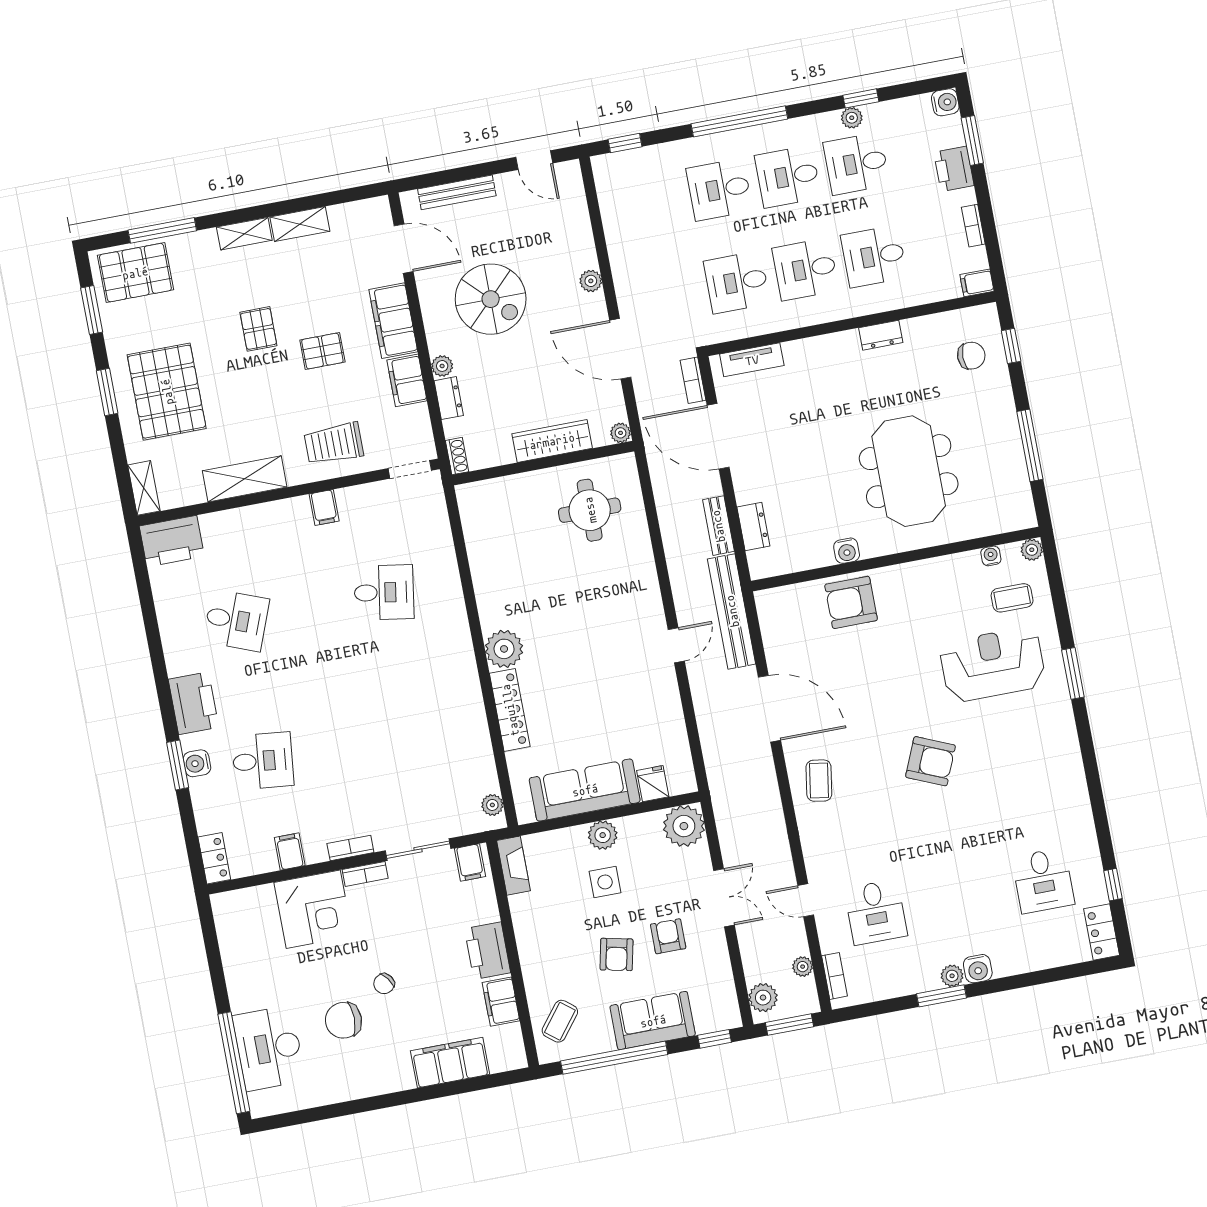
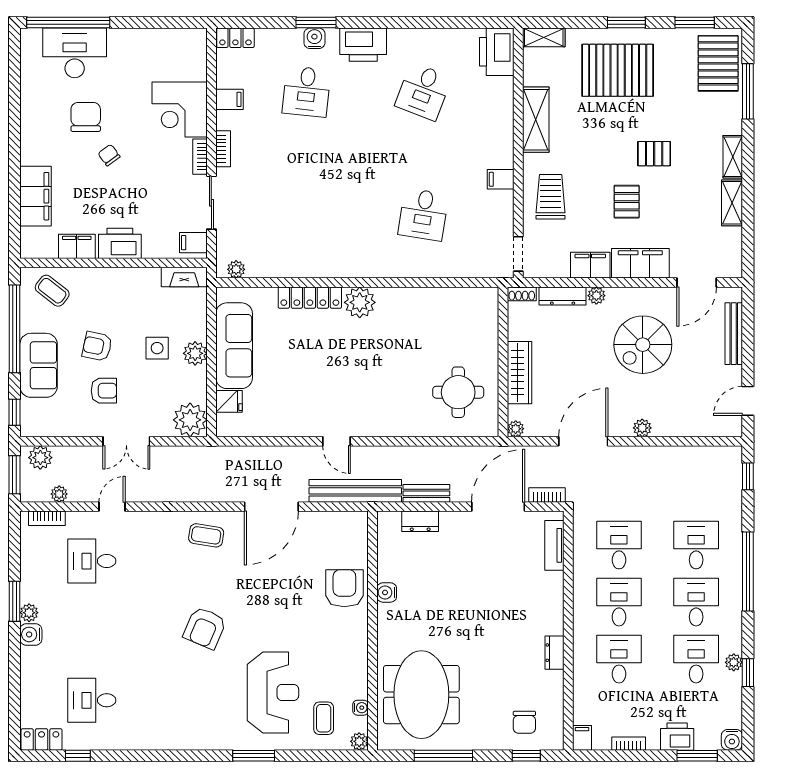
dresser: (449, 398) -> (563, 296), width x1.44
meeting table: (909, 471) -> (421, 695), moved, turned 90

